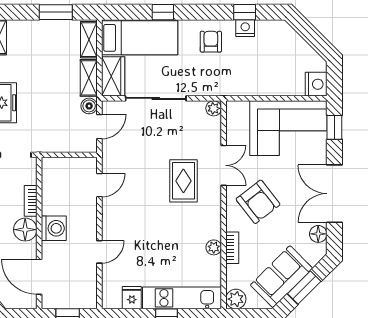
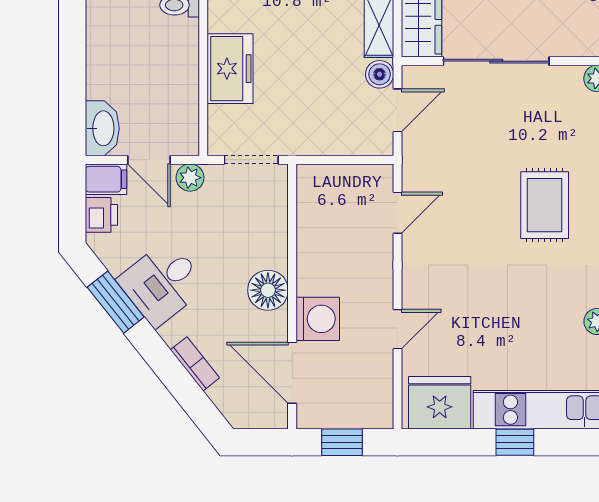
bookcase: (31, 201) -> (277, 240), removed
washing machine: (54, 228) -> (318, 319), moved
fridge: (132, 298) -> (440, 403), width x1.88, depth x1.34

